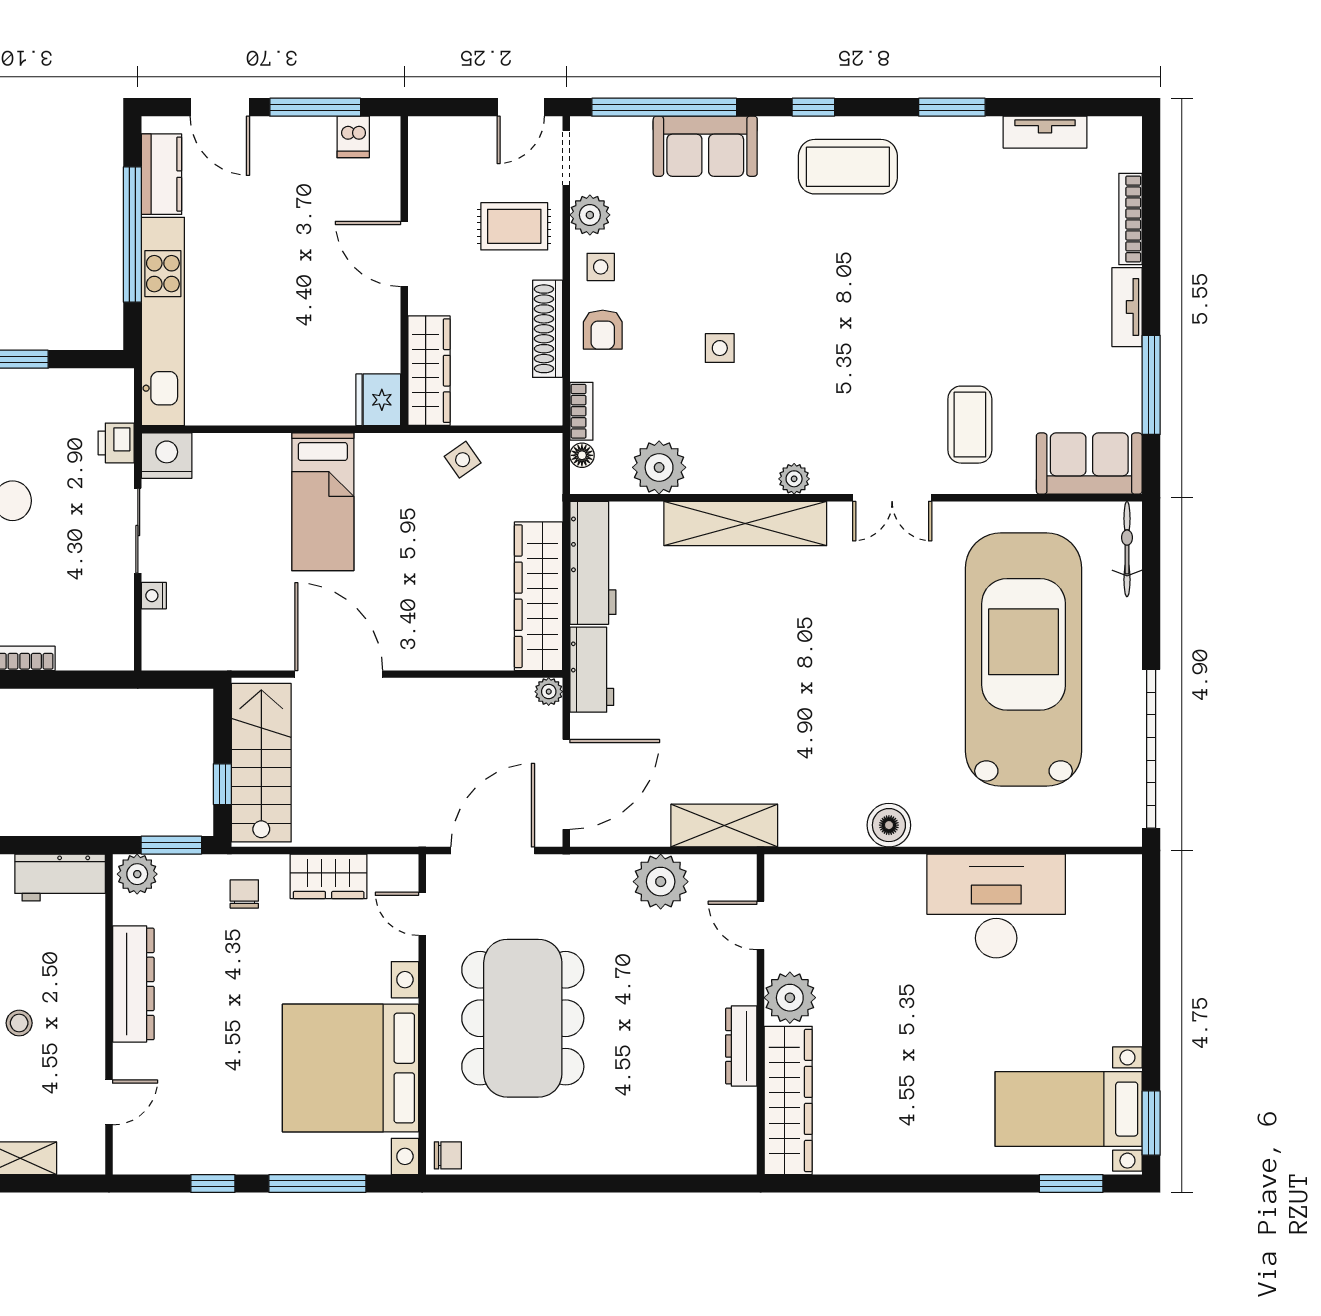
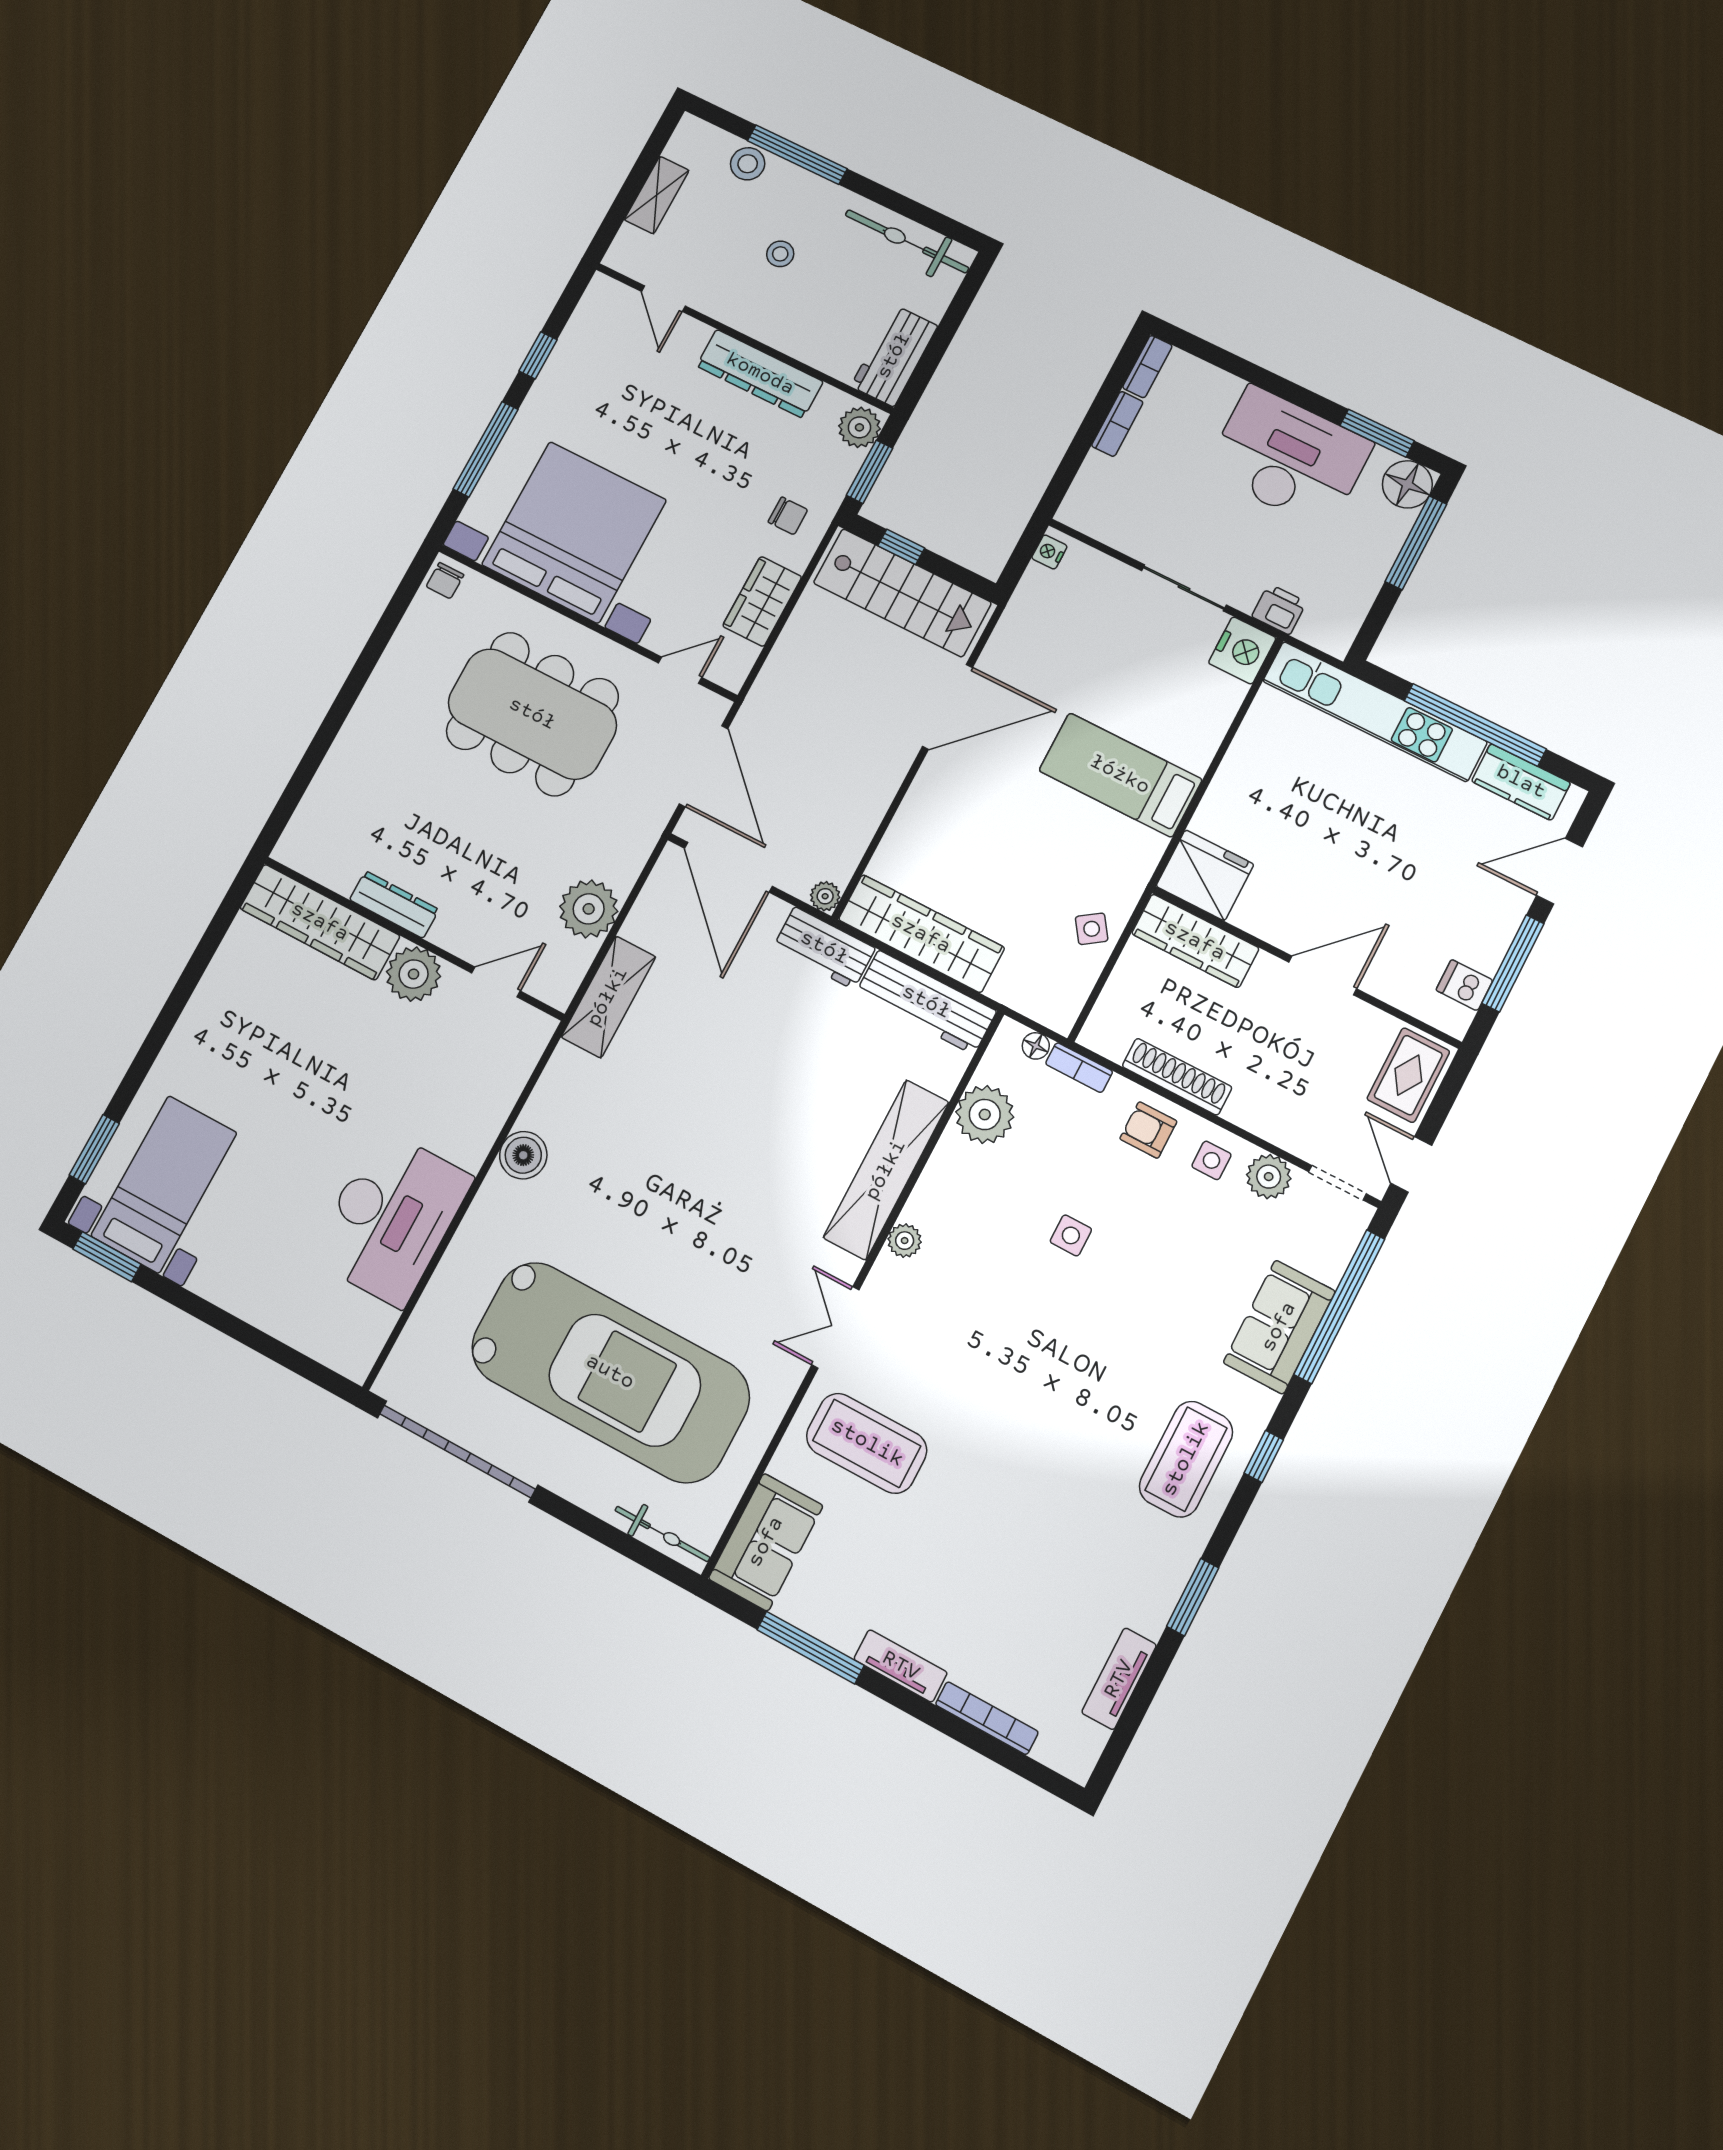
rug: (514, 226) -> (1408, 1075), moved
fridge: (378, 400) -> (1205, 875), width x1.36, depth x1.34
coffee table: (970, 425) -> (867, 1443), width x1.36, depth x1.32
nightstand: (154, 596) -> (1049, 552), moved, turned -90

